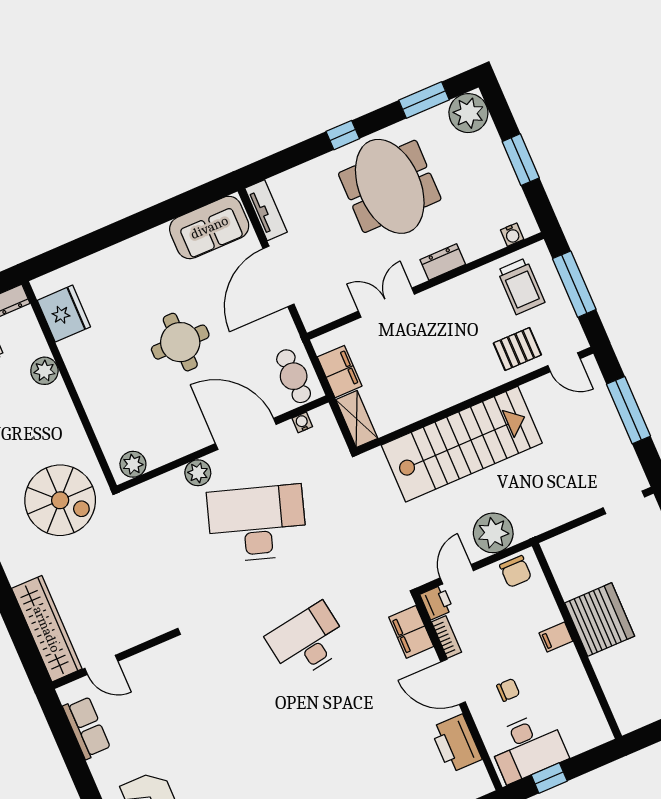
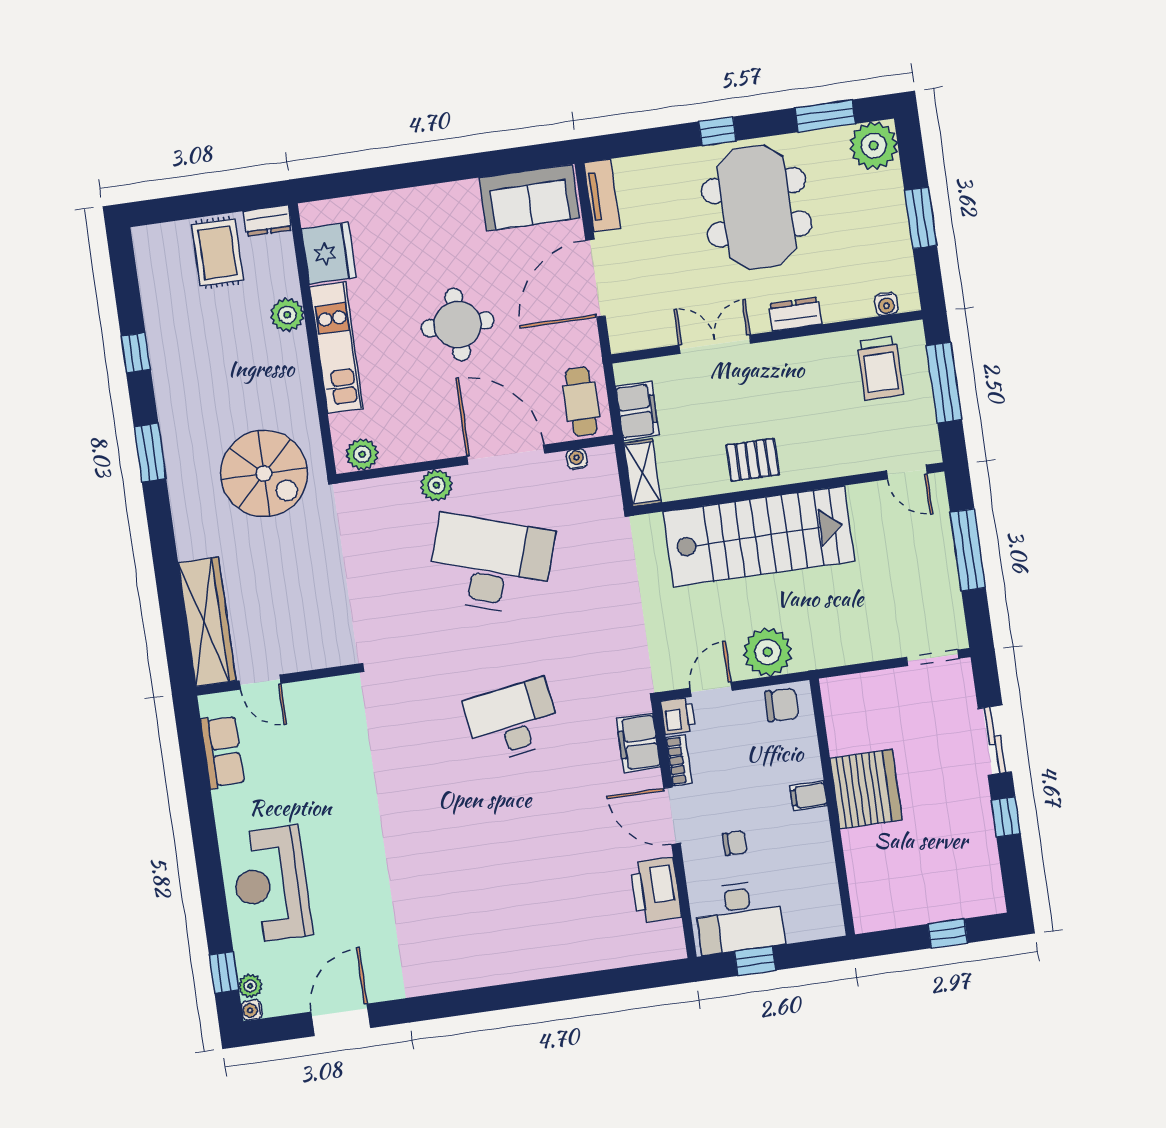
pallet: (517, 349) -> (753, 460), moved
kitchen unit: (90, 386) -> (336, 348), added
chair: (516, 571) -> (782, 705), turned -88

